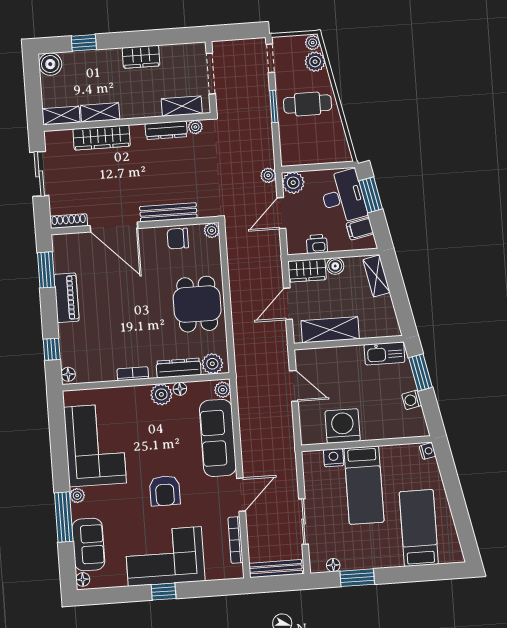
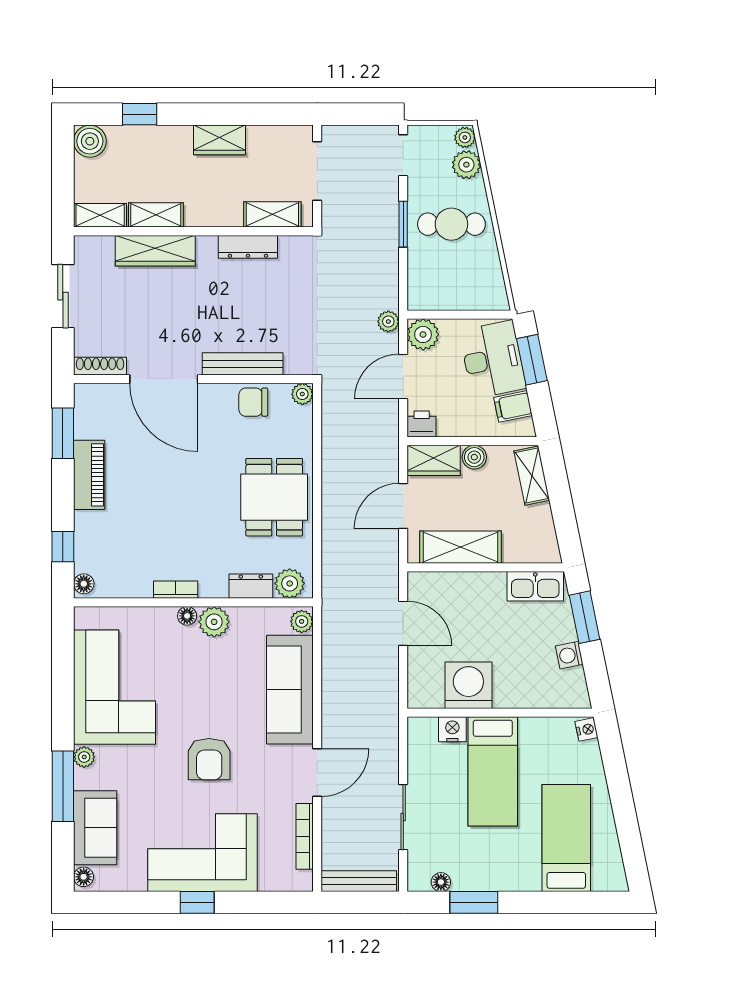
plant: (195, 127) -> (290, 245), removed
printer: (317, 244) -> (422, 424), moved
dresser: (179, 368) -> (251, 586), width x0.70
floor lamp: (180, 389) -> (187, 616), moved

